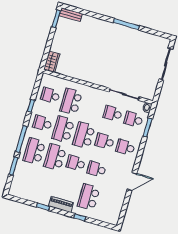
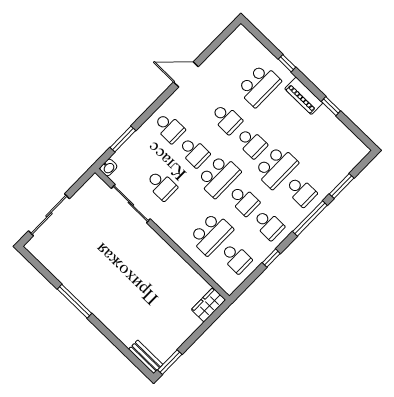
school desk: (133, 119) -> (137, 161), removed
school desk: (63, 129) -> (244, 200), width x0.54
school desk: (34, 151) -> (301, 191), width x0.54

